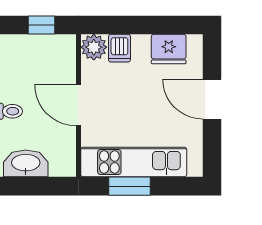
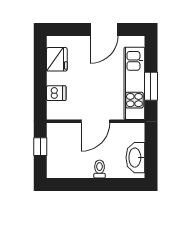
plant: (94, 47) -> (56, 111), removed
door: (212, 99) -> (104, 30), moved

